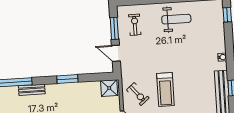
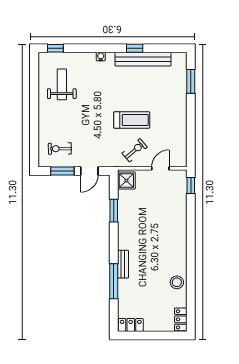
weight bench: (176, 19) -> (62, 84), moved
window: (67, 79) -> (114, 211), moved

